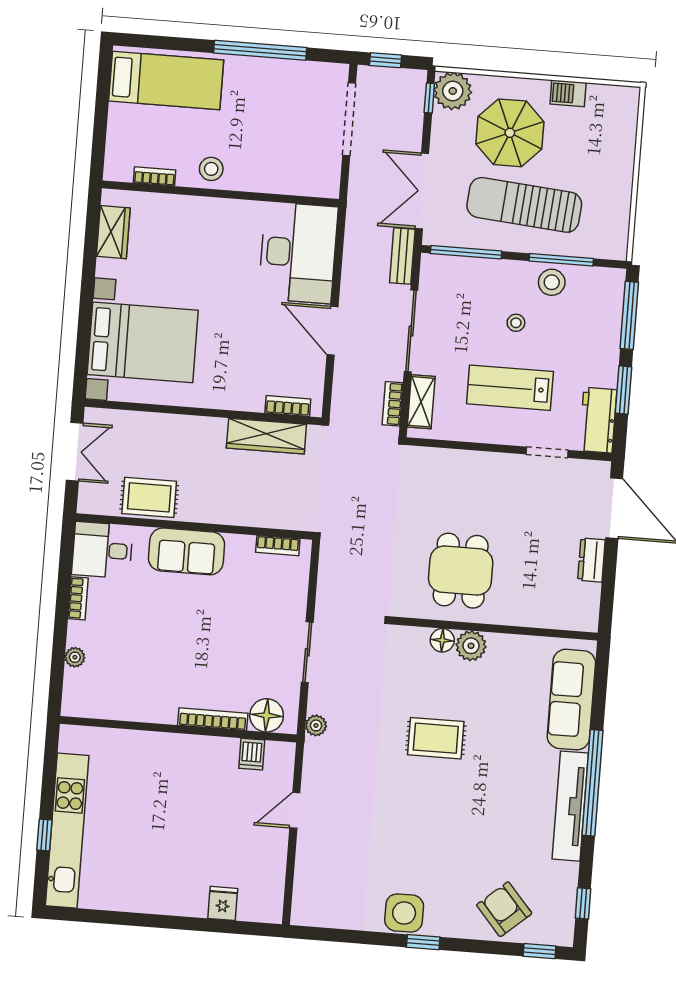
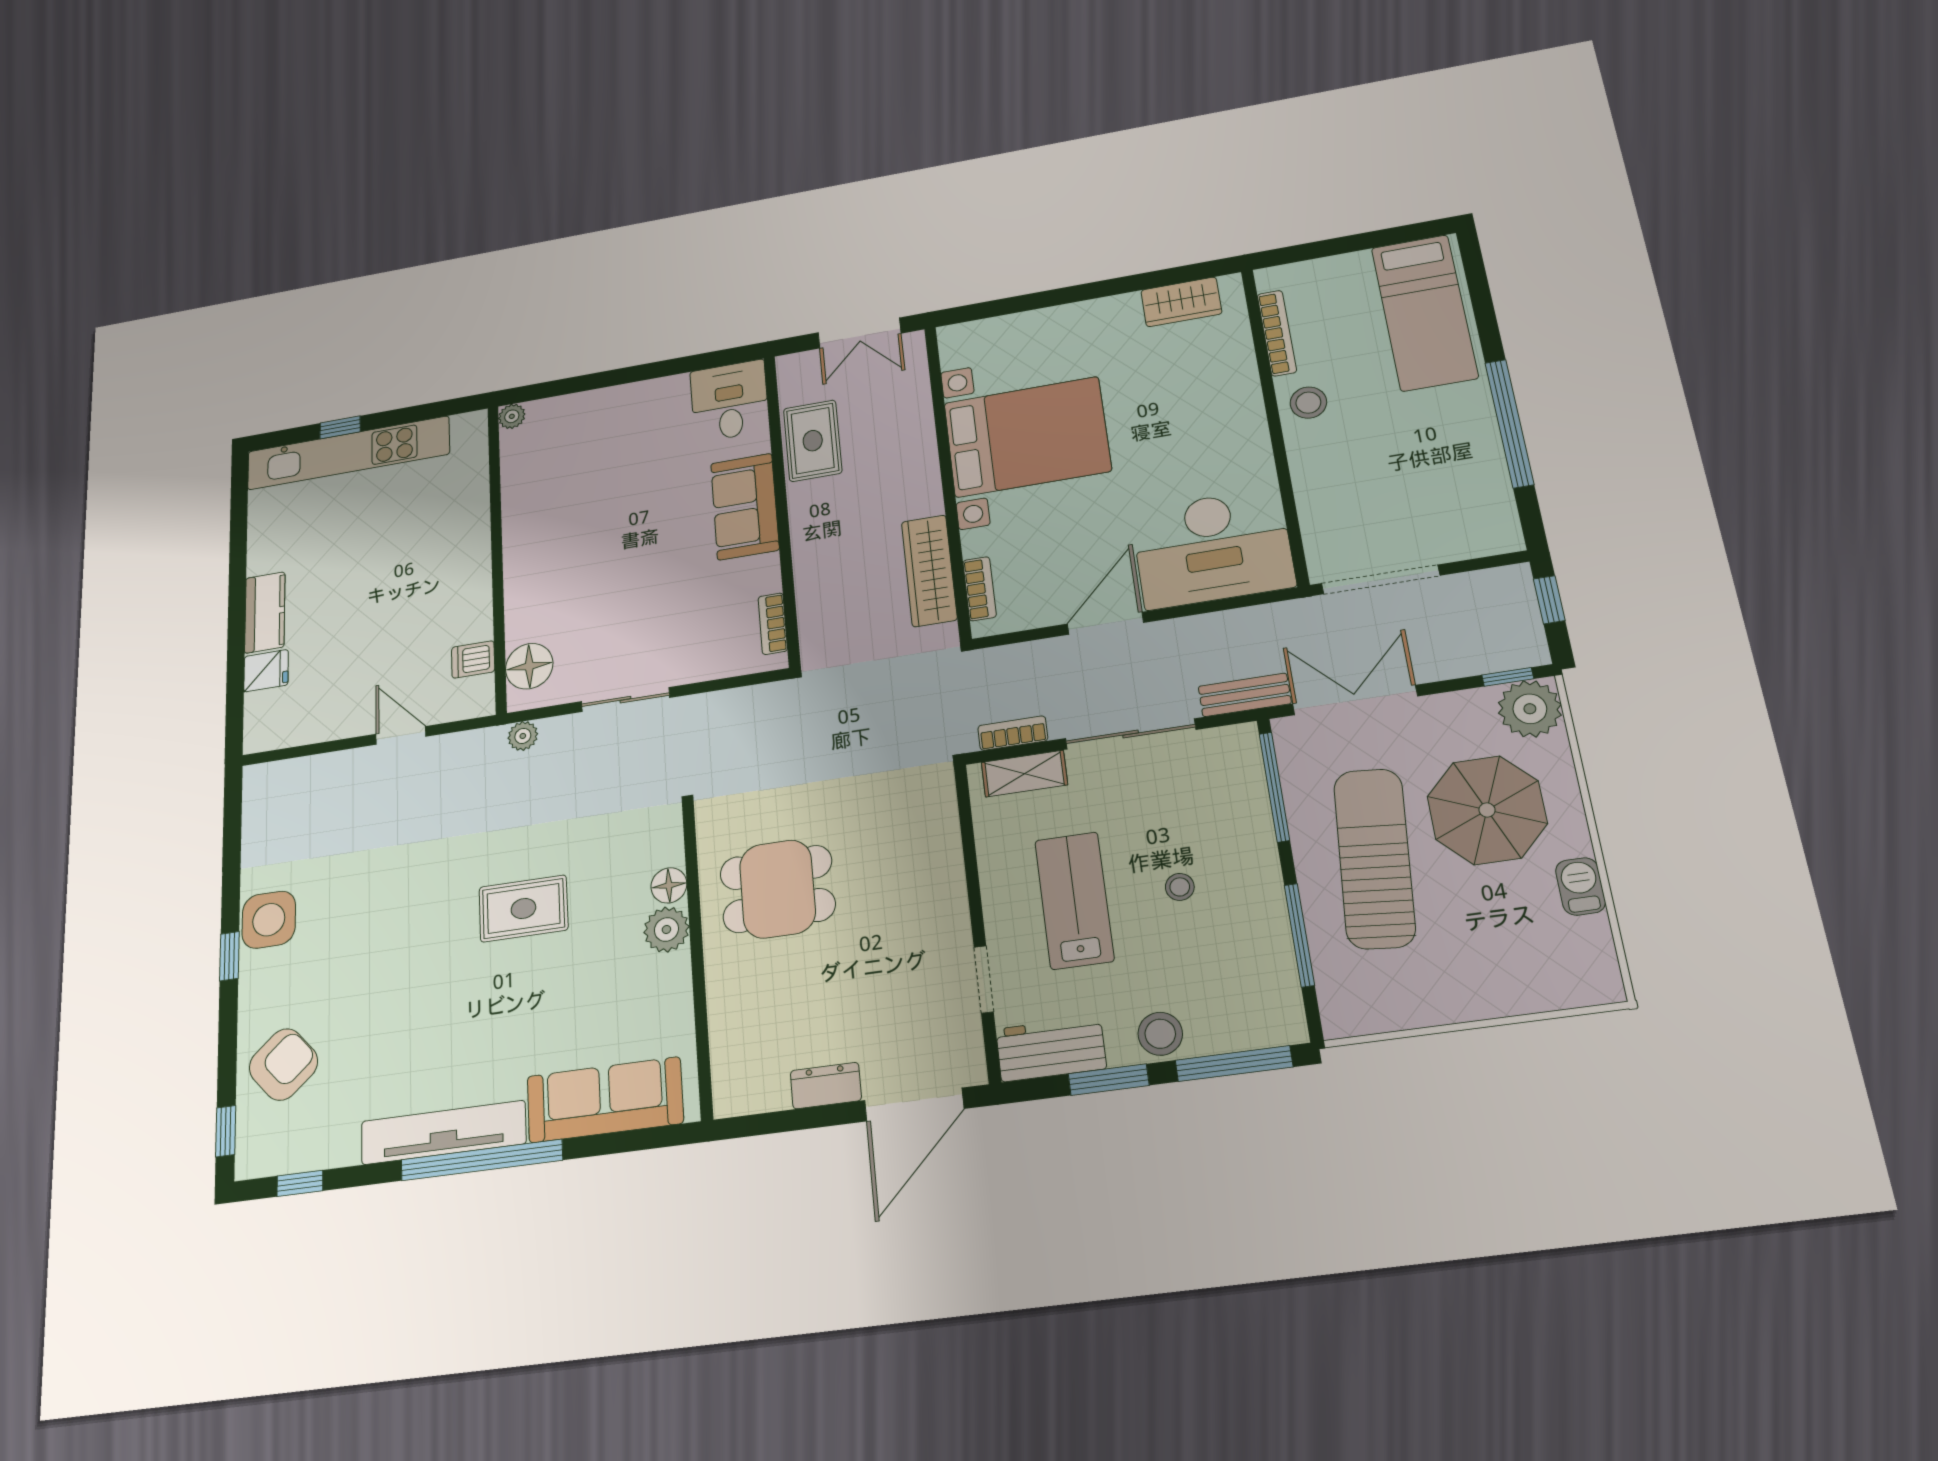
doorway: (349, 119) -> (1380, 579), moved
bookcase: (155, 176) -> (1277, 333), width x1.56
stool: (552, 282) -> (1160, 1034), moved
bed with nightstands: (143, 342) -> (1027, 437), moved, turned -90
bookcase: (78, 598) -> (659, 388), removed
plant: (75, 657) -> (512, 416), moved
bookcase: (213, 719) -> (516, 597), removed
rug: (436, 738) -> (523, 908), turned 90
kitchen counter: (178, 901) -> (265, 612), added

